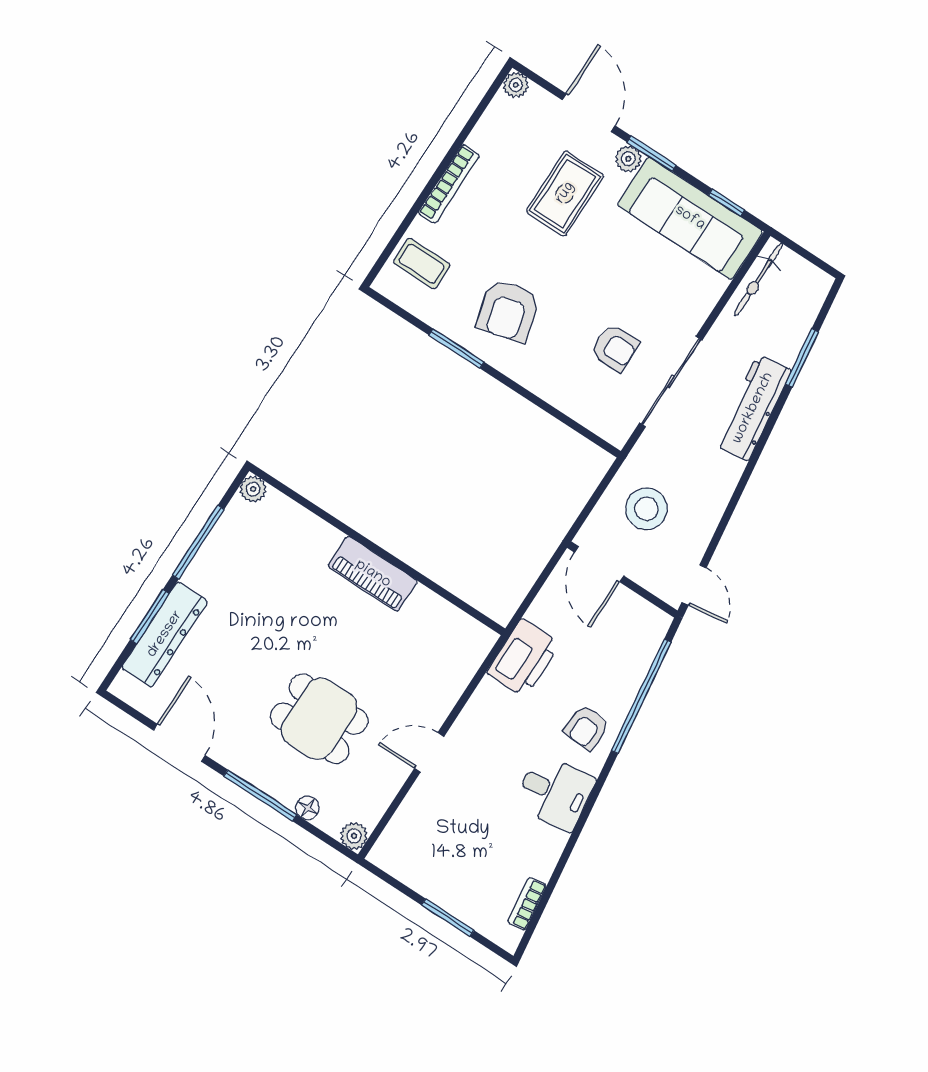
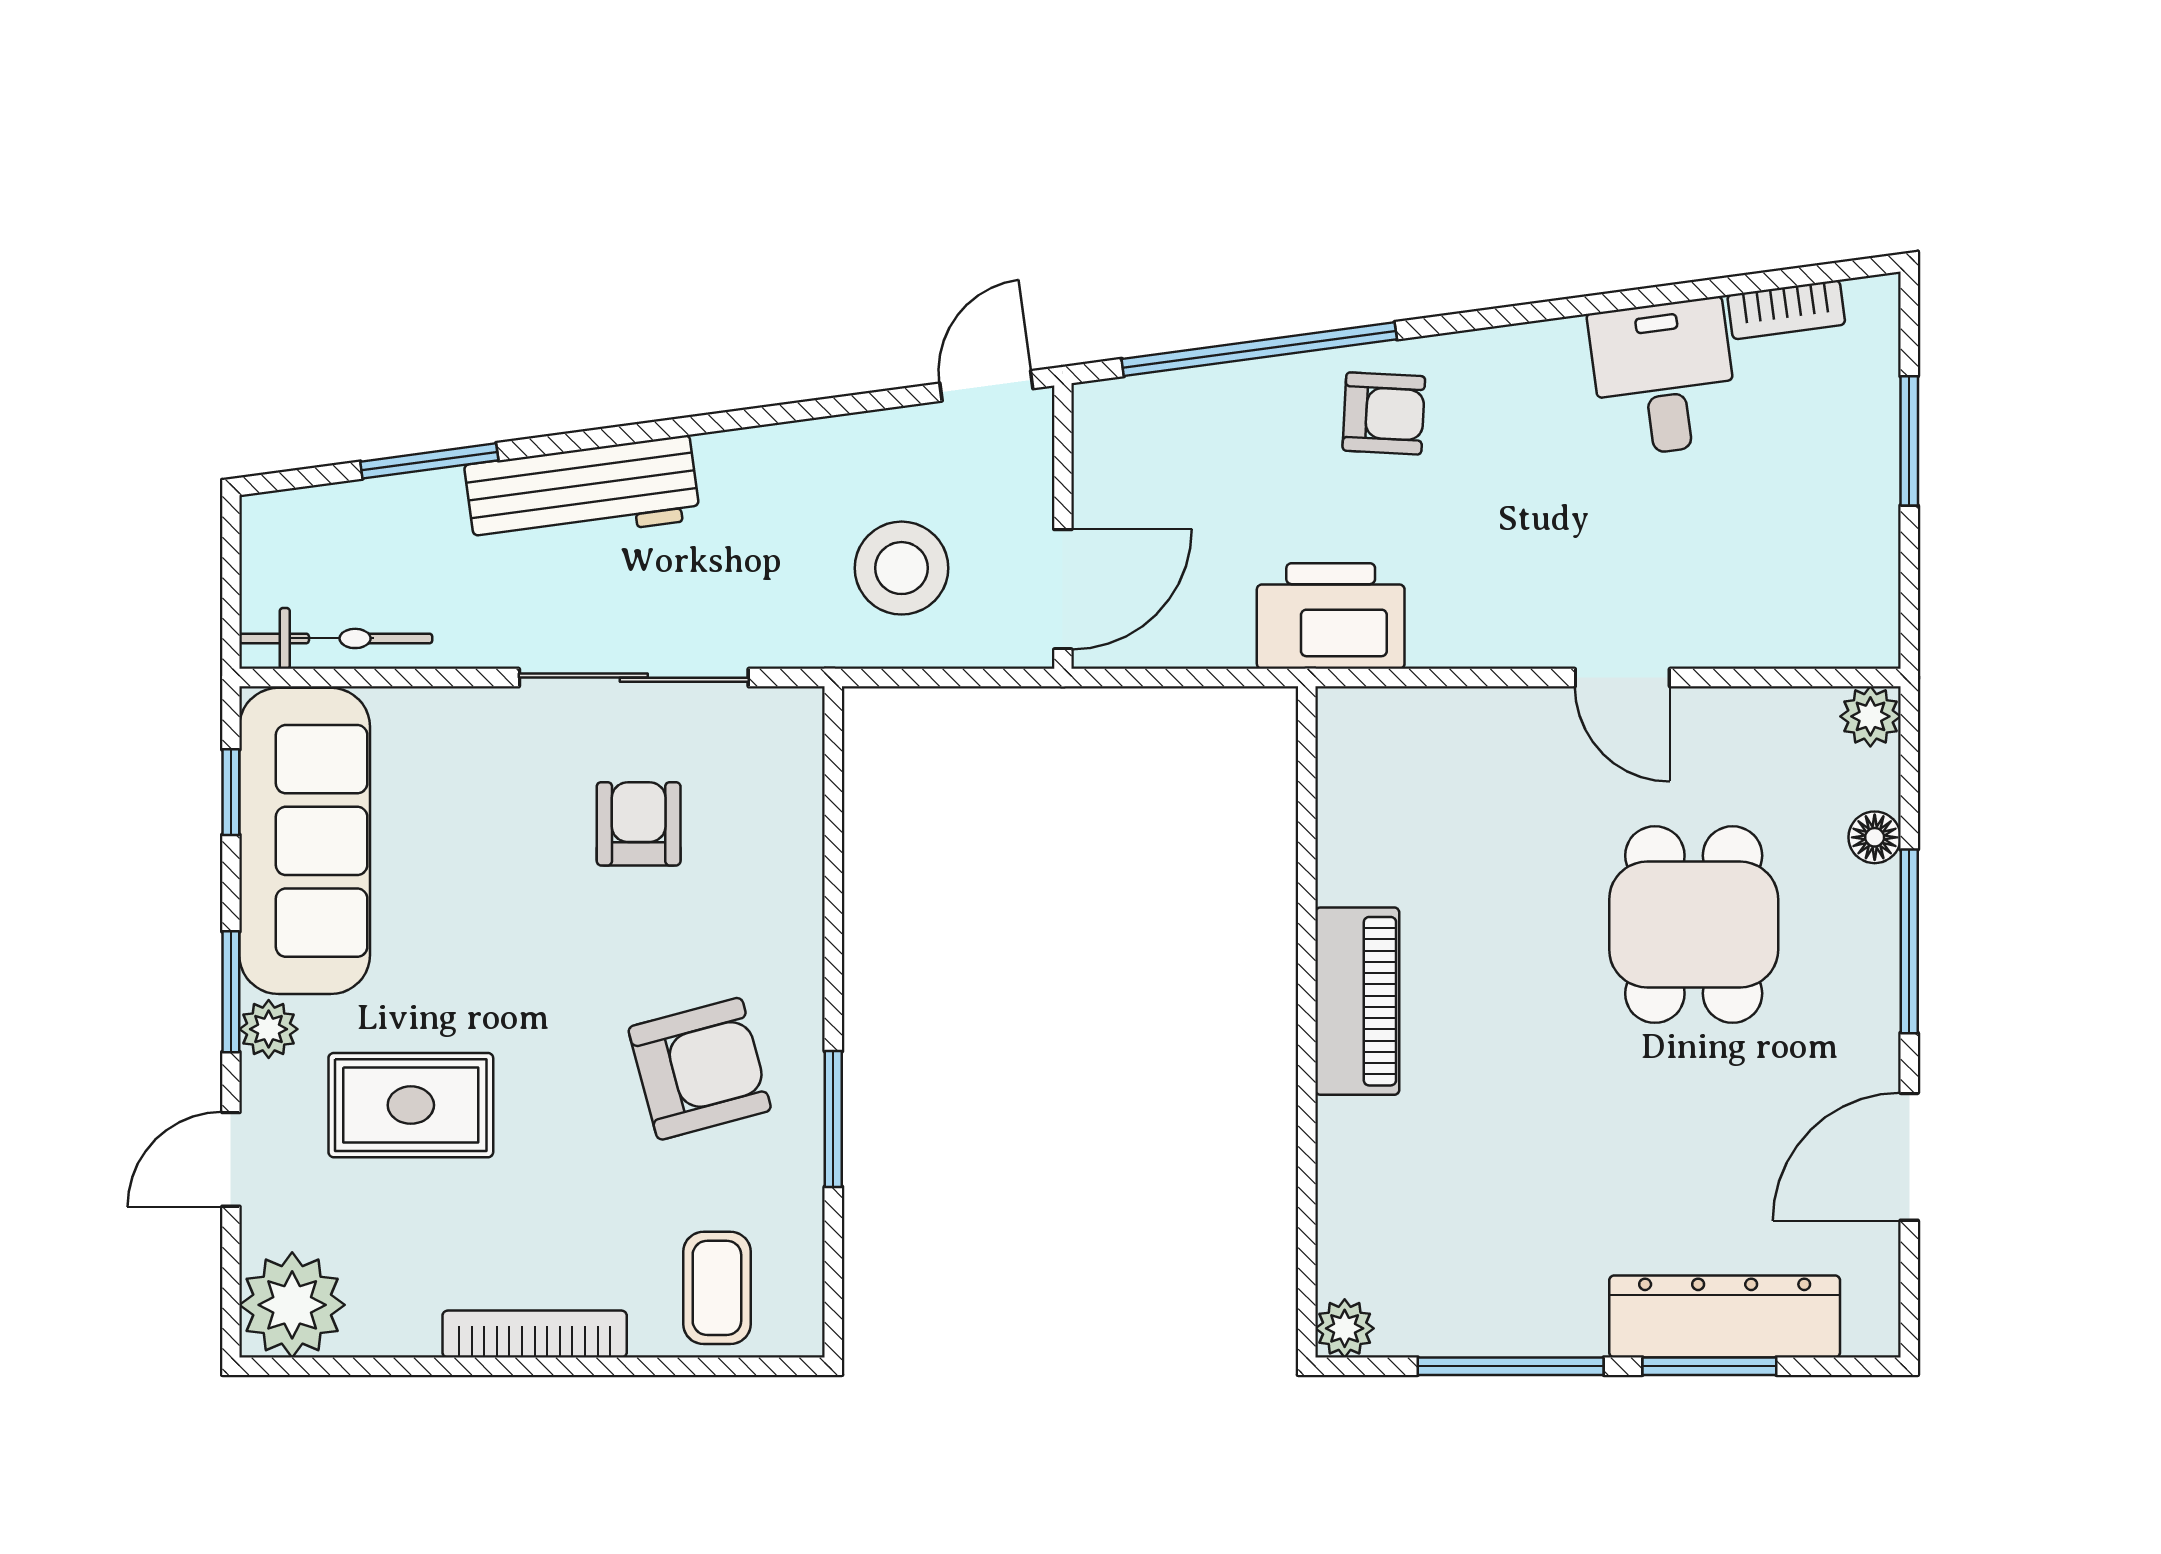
plant: (516, 85) -> (292, 1305), width x1.88, depth x1.88
door: (589, 113) -> (231, 1159), width x0.73
desk: (555, 792) -> (1664, 378), moved

